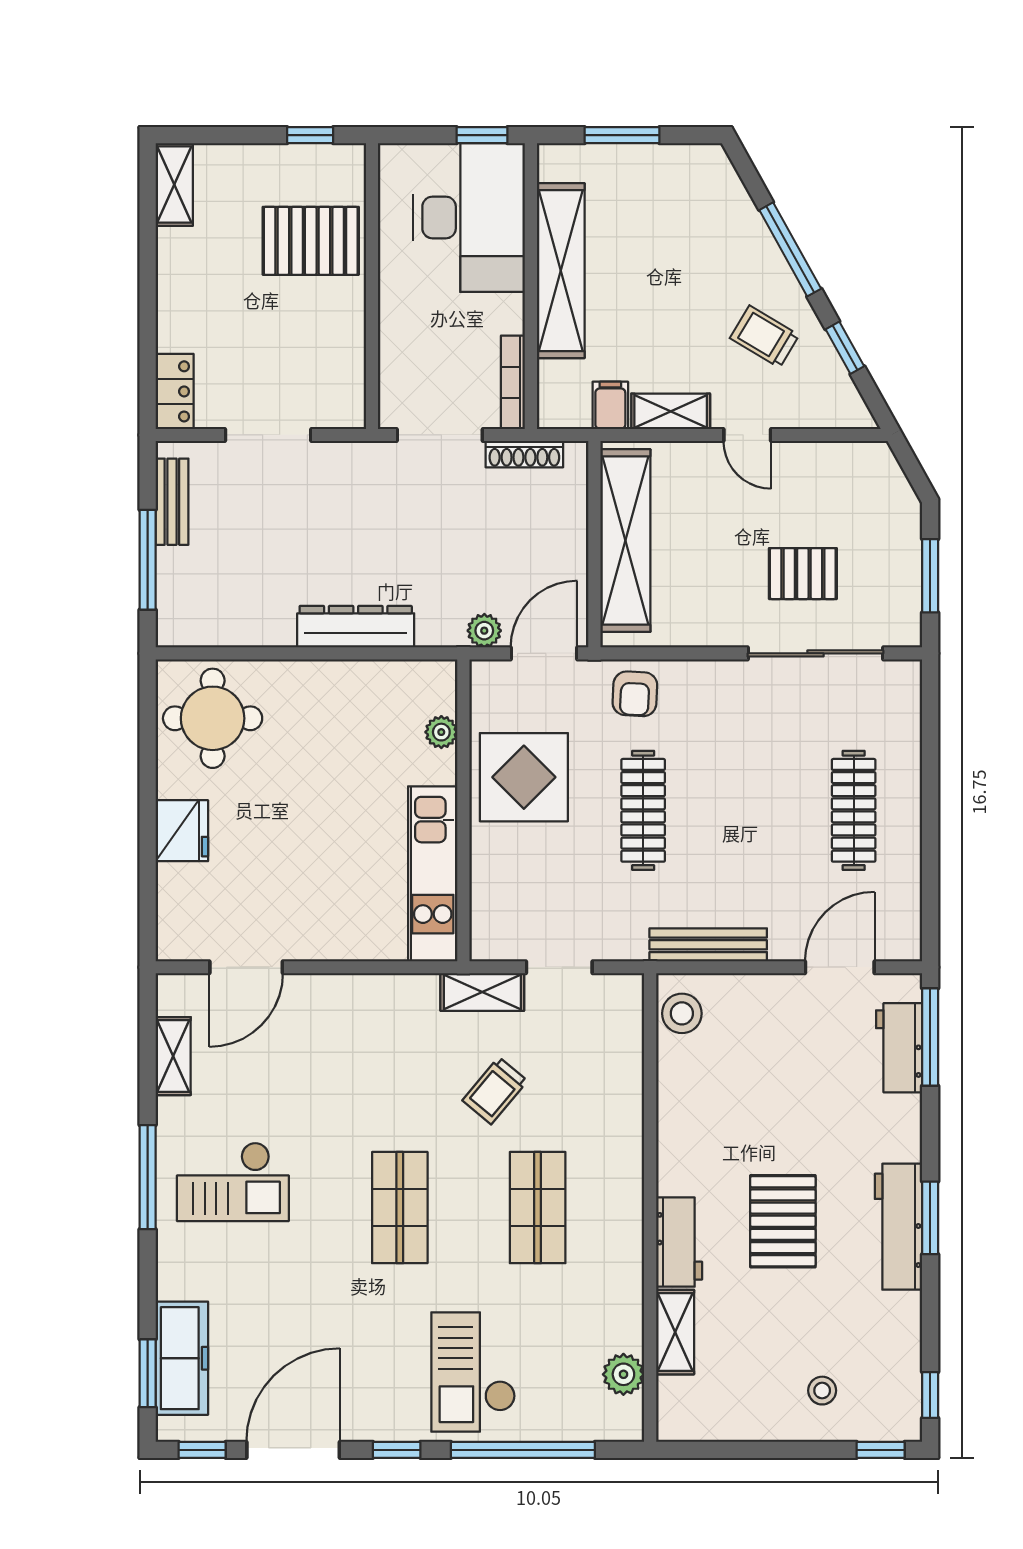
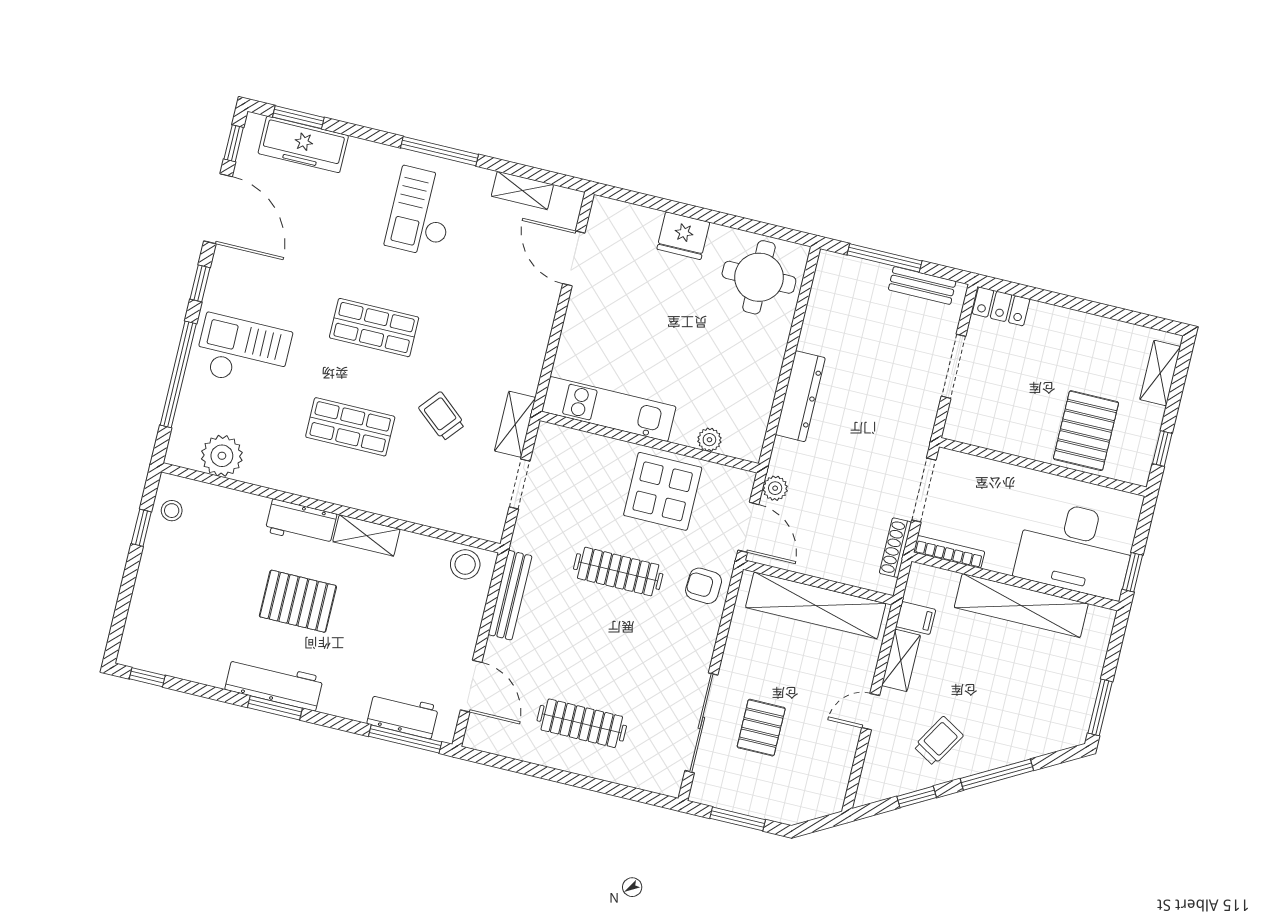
window: (622, 135) -> (1100, 707), moved
shelving: (174, 184) -> (1160, 373), moved, turned 90
shelving: (675, 1332) -> (366, 535), moved
plant: (623, 1374) -> (222, 456), width x1.36, depth x1.36
stool: (822, 1391) -> (172, 511), moved
window: (881, 1450) -> (141, 528), moved

